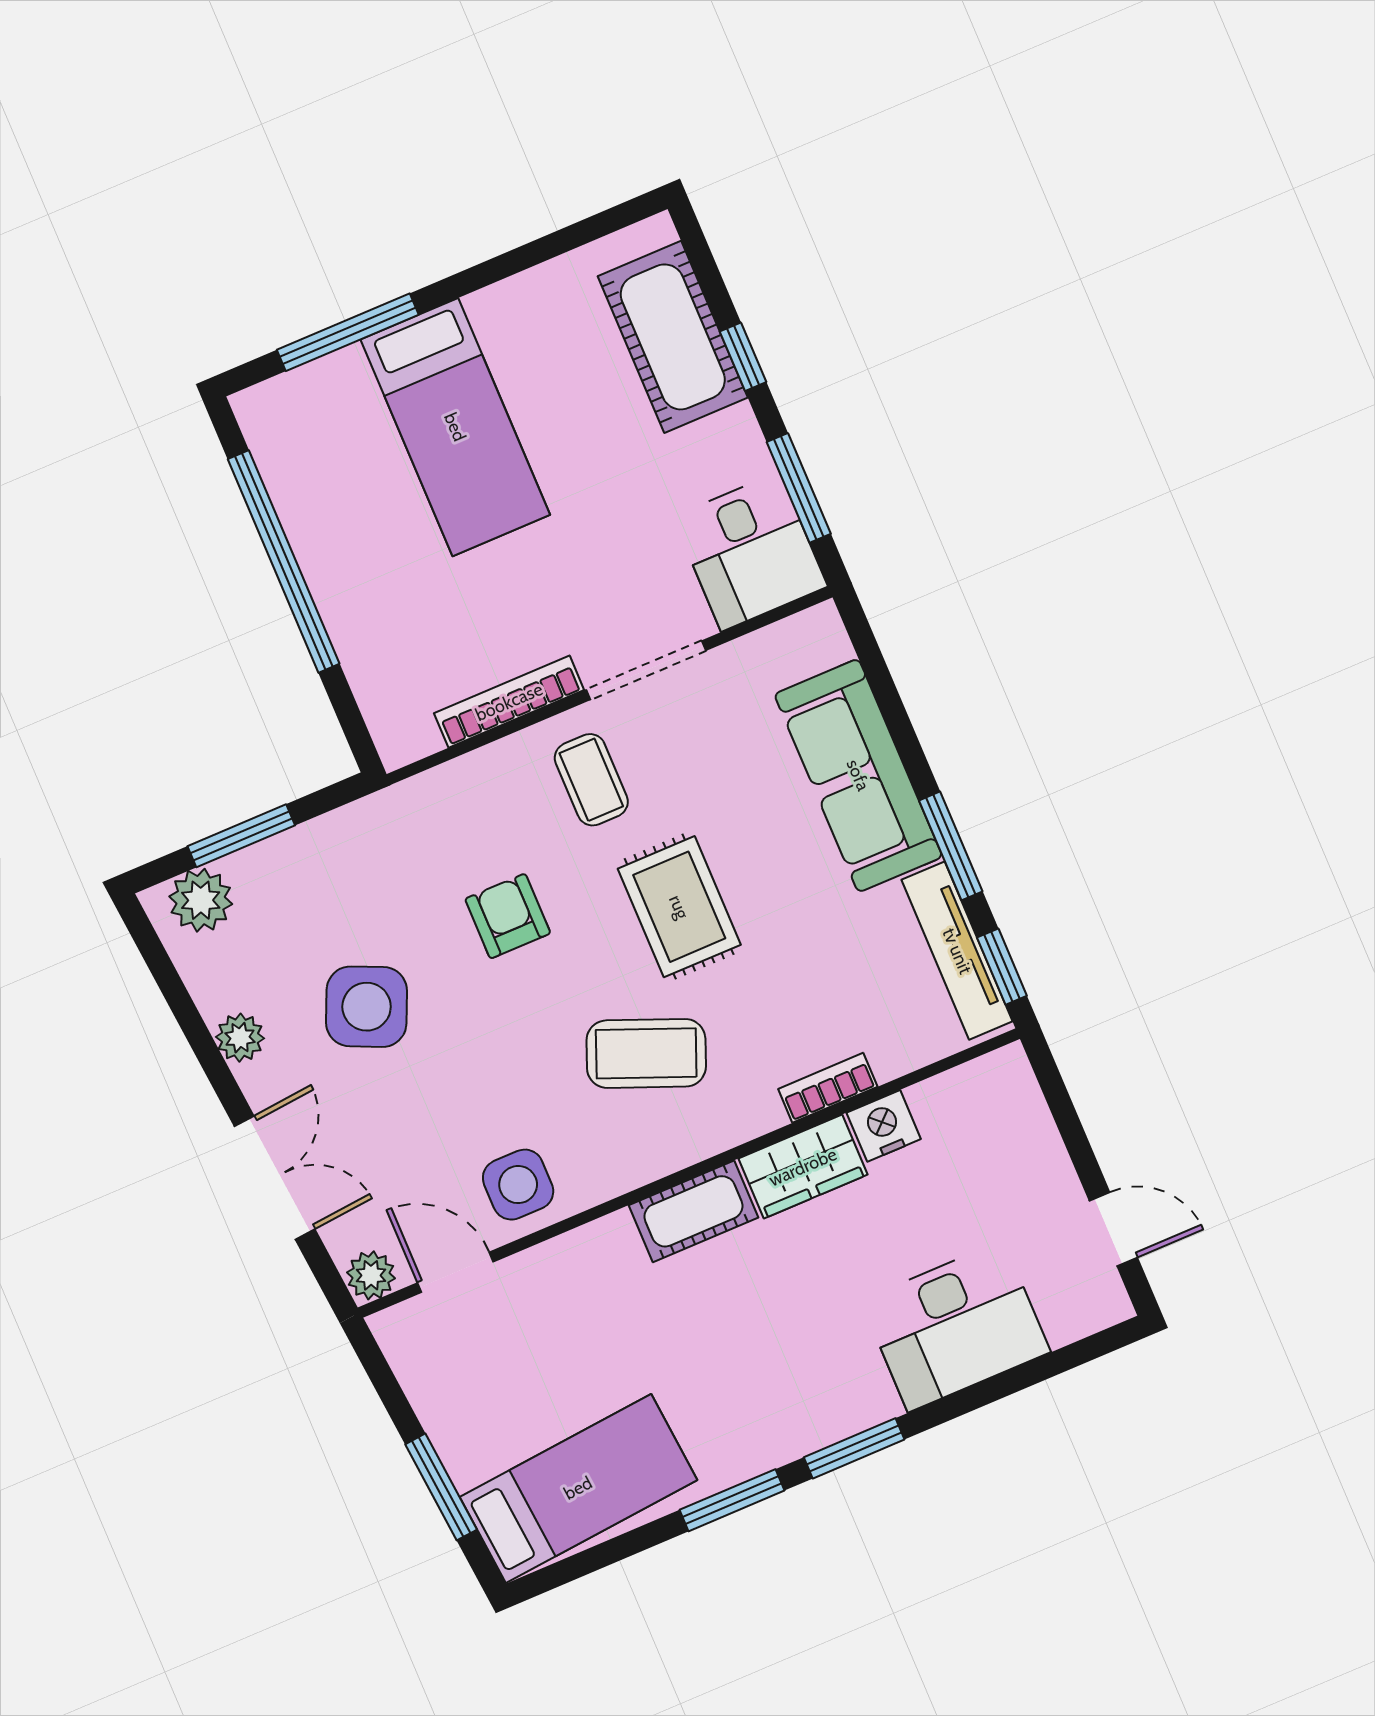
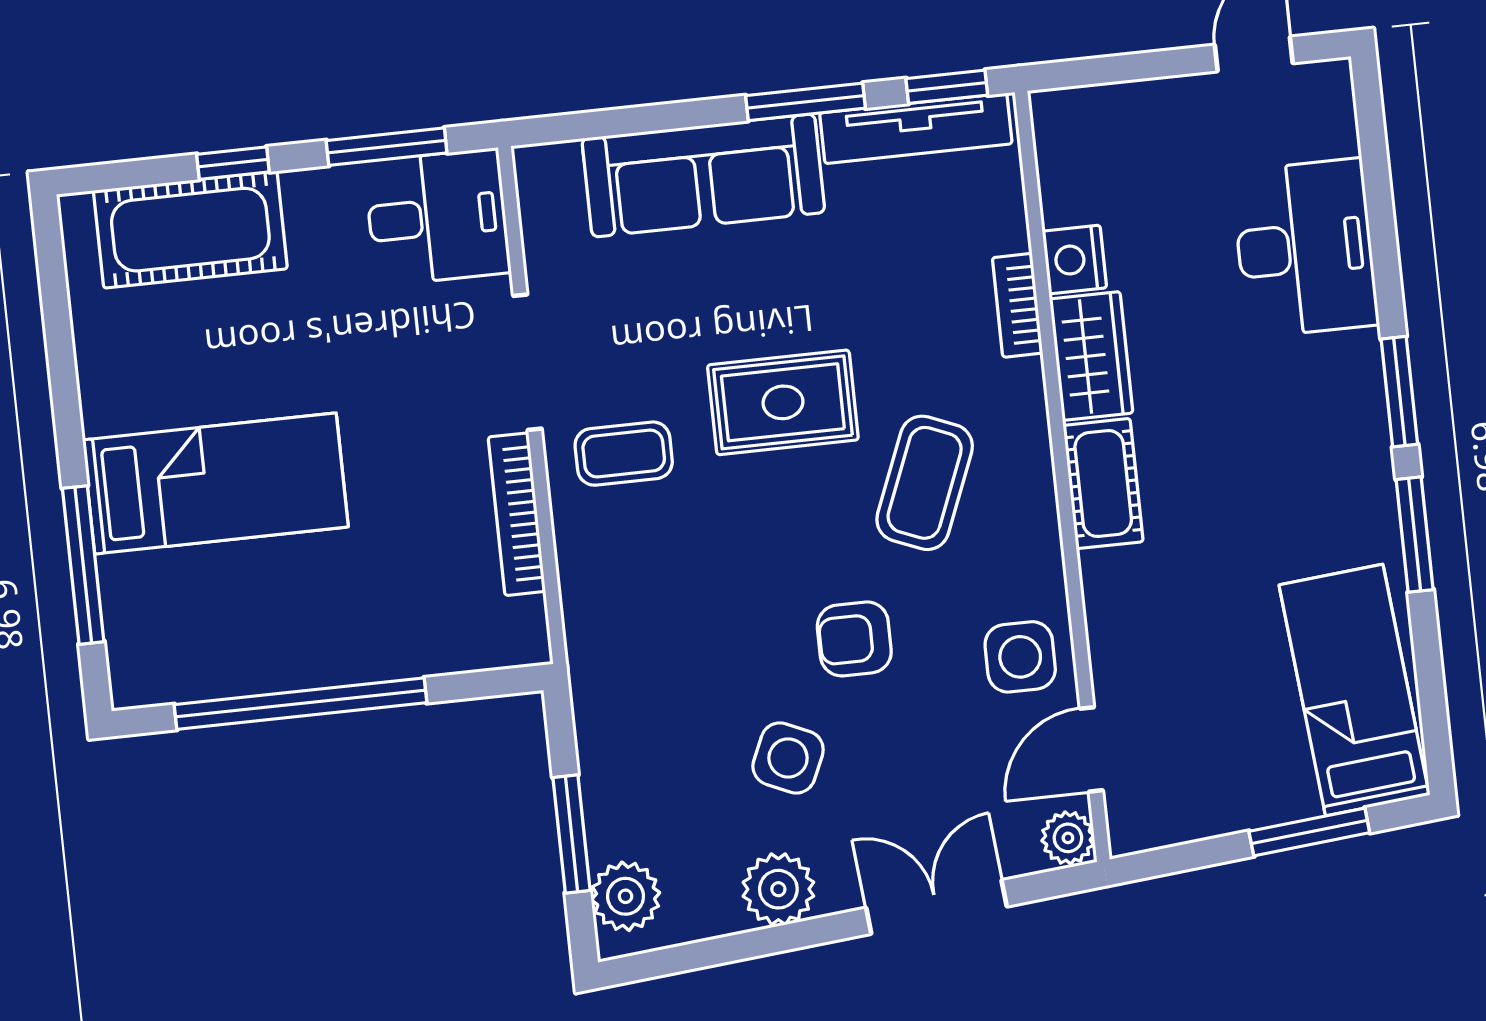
armchair: (508, 916) -> (854, 639), moved
side table: (367, 1007) -> (788, 758), width x0.73, depth x0.73
plant: (240, 1038) -> (778, 889), width x1.38, depth x1.38

